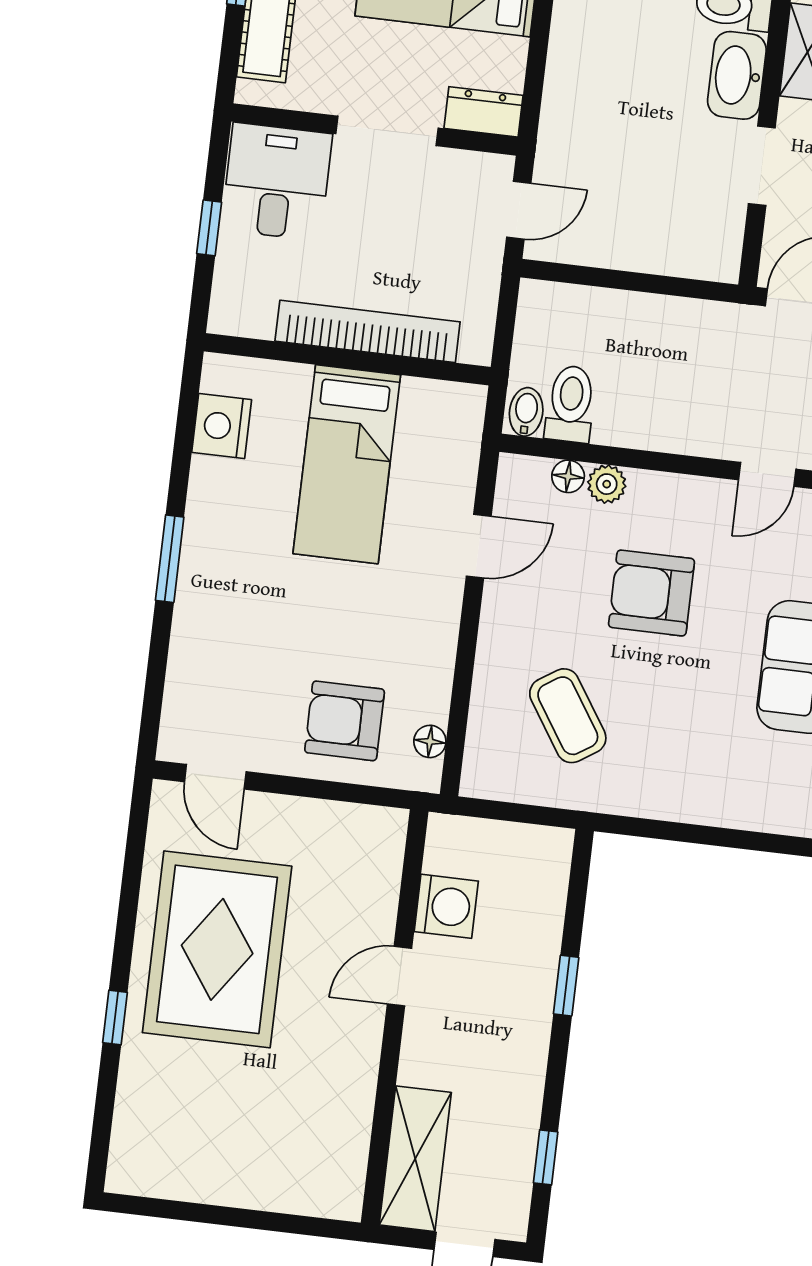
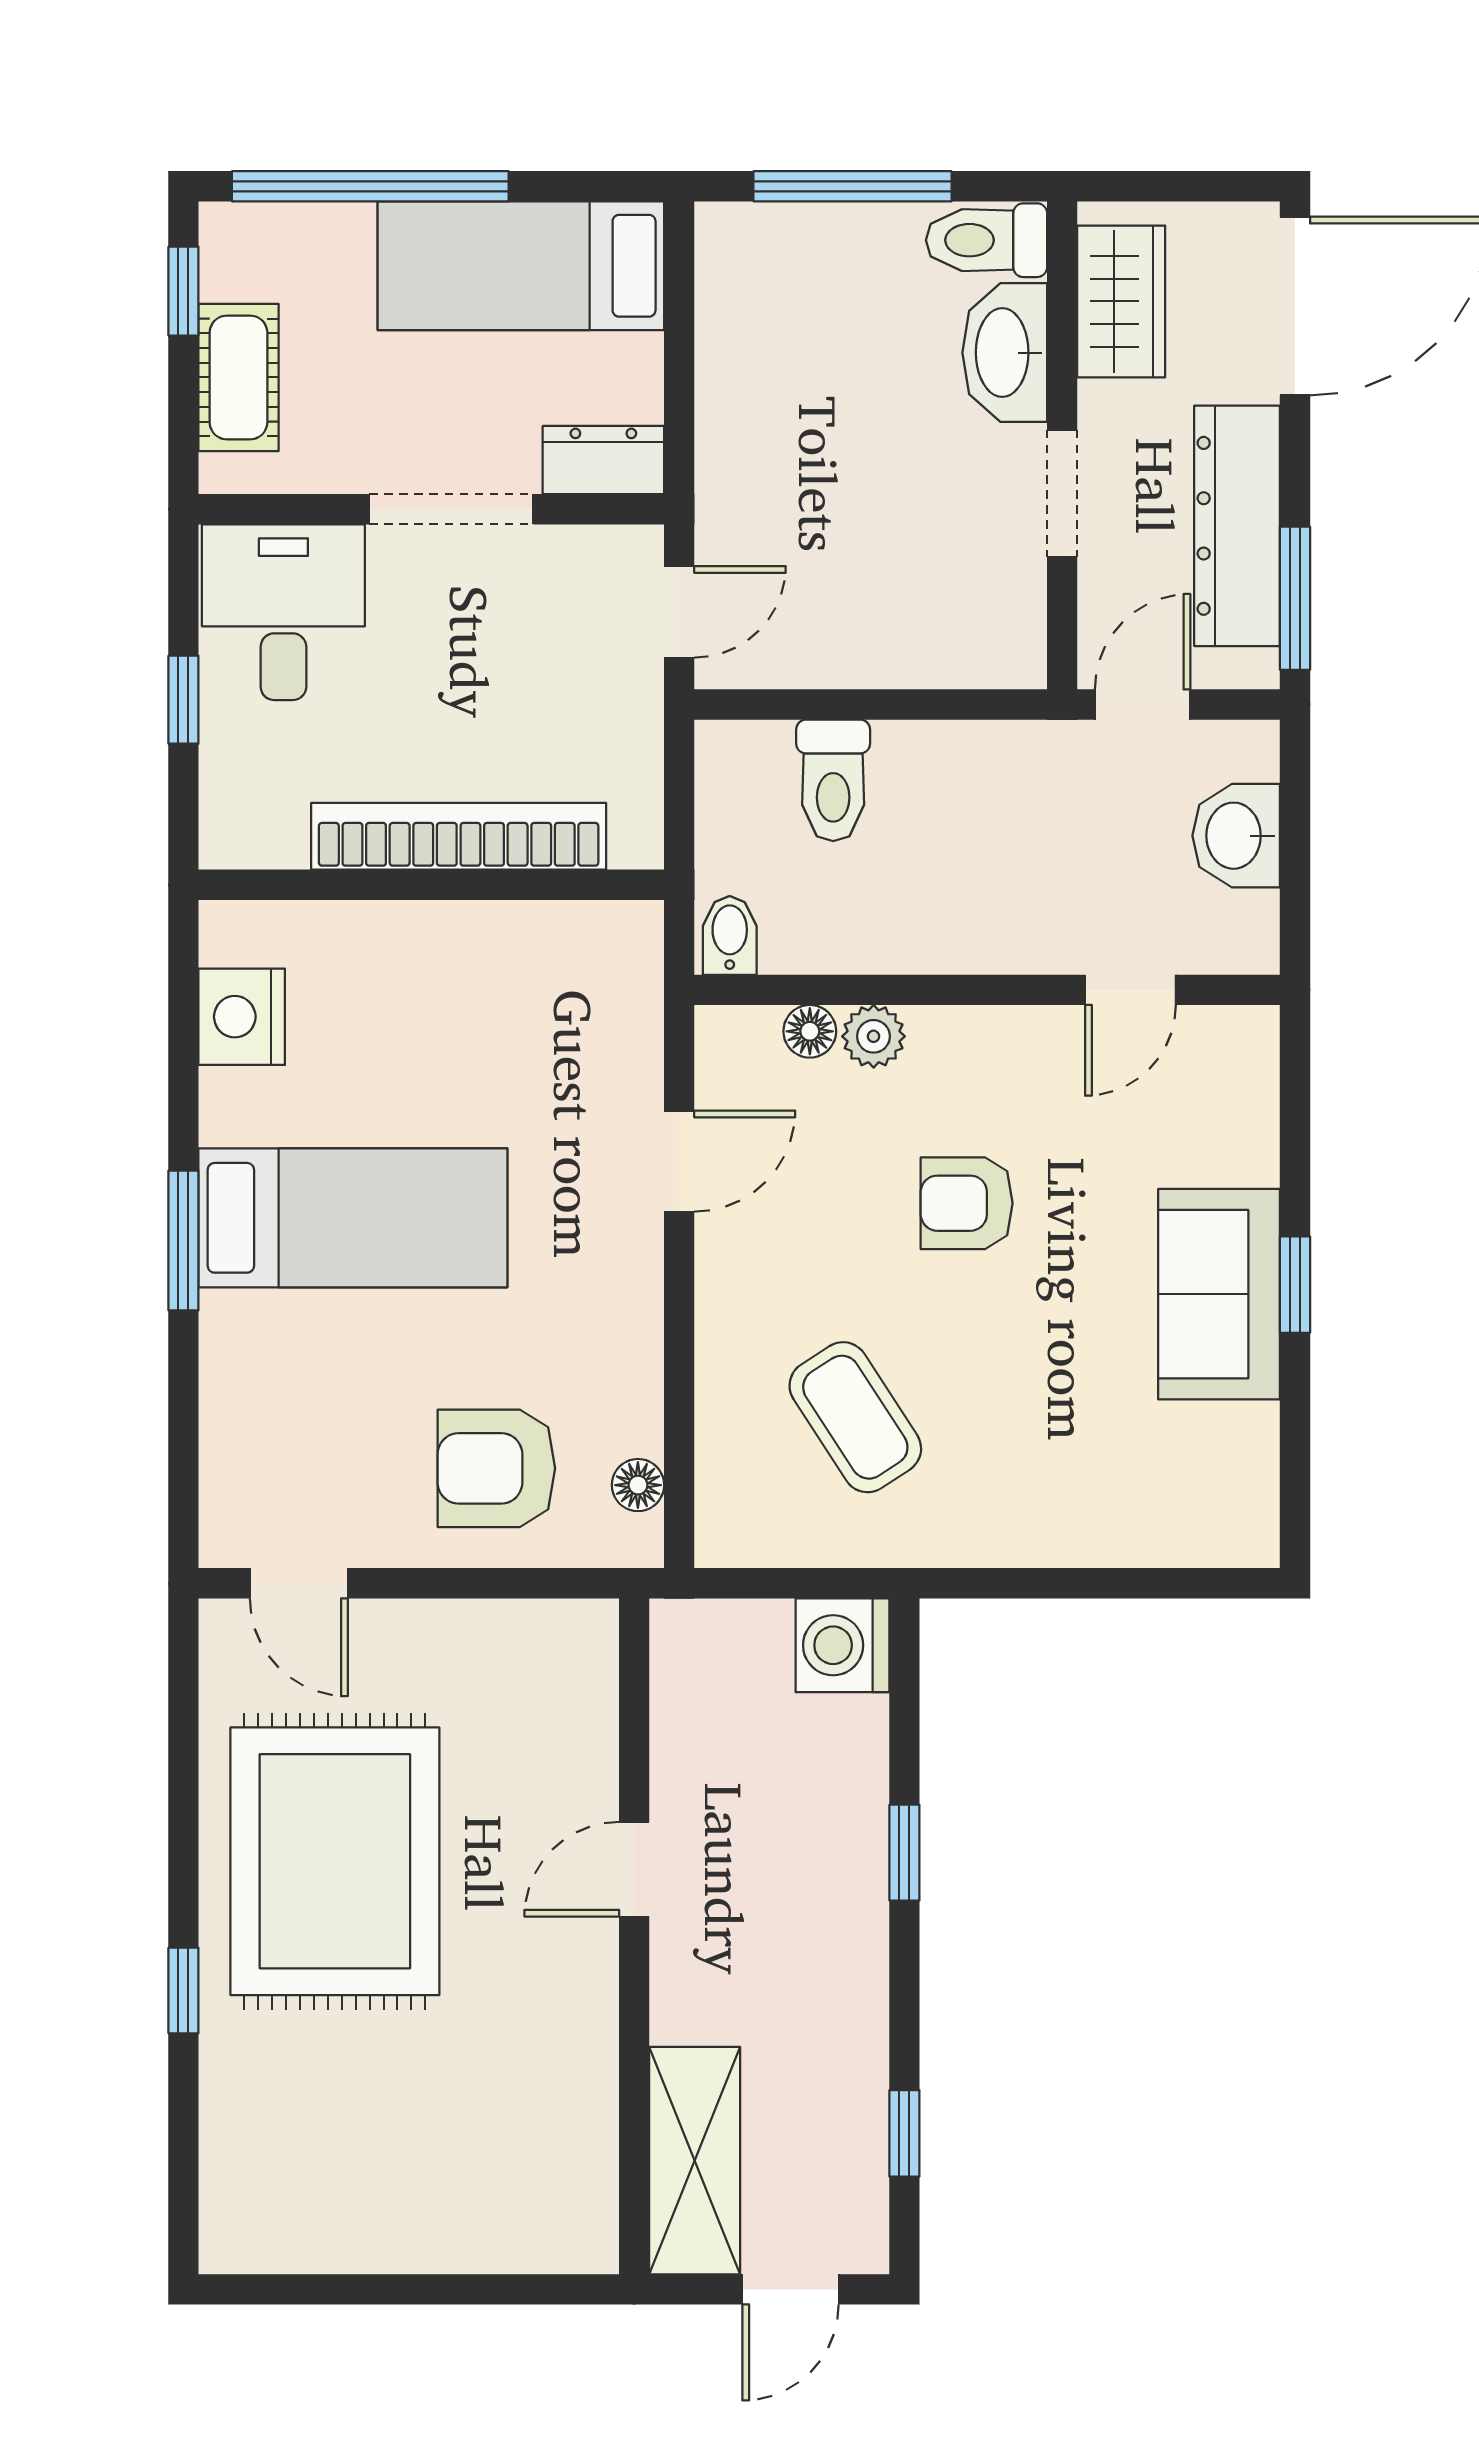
toilet: (570, 404) -> (833, 780), moved, turned 180
bed: (347, 464) -> (353, 1218), moved, turned -90
armchair: (652, 593) -> (967, 1203), width x0.72, depth x0.72
washing machine: (446, 906) -> (842, 1645), moved, turned 180

